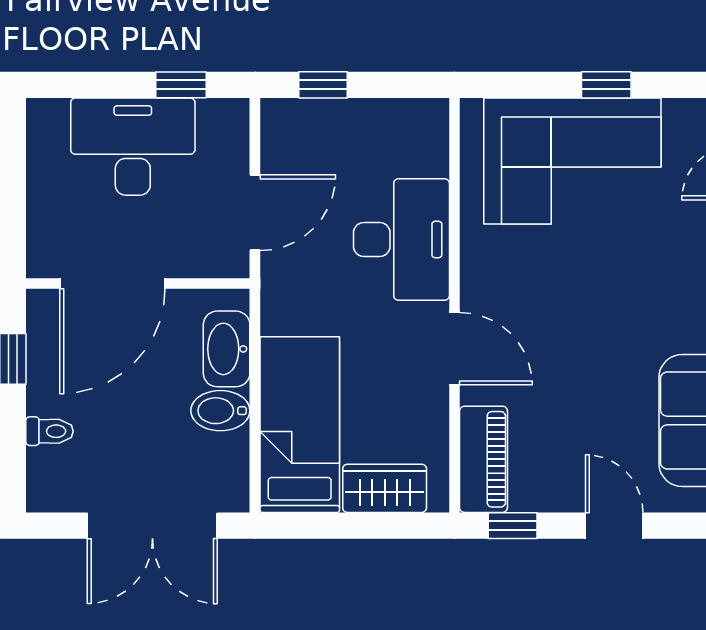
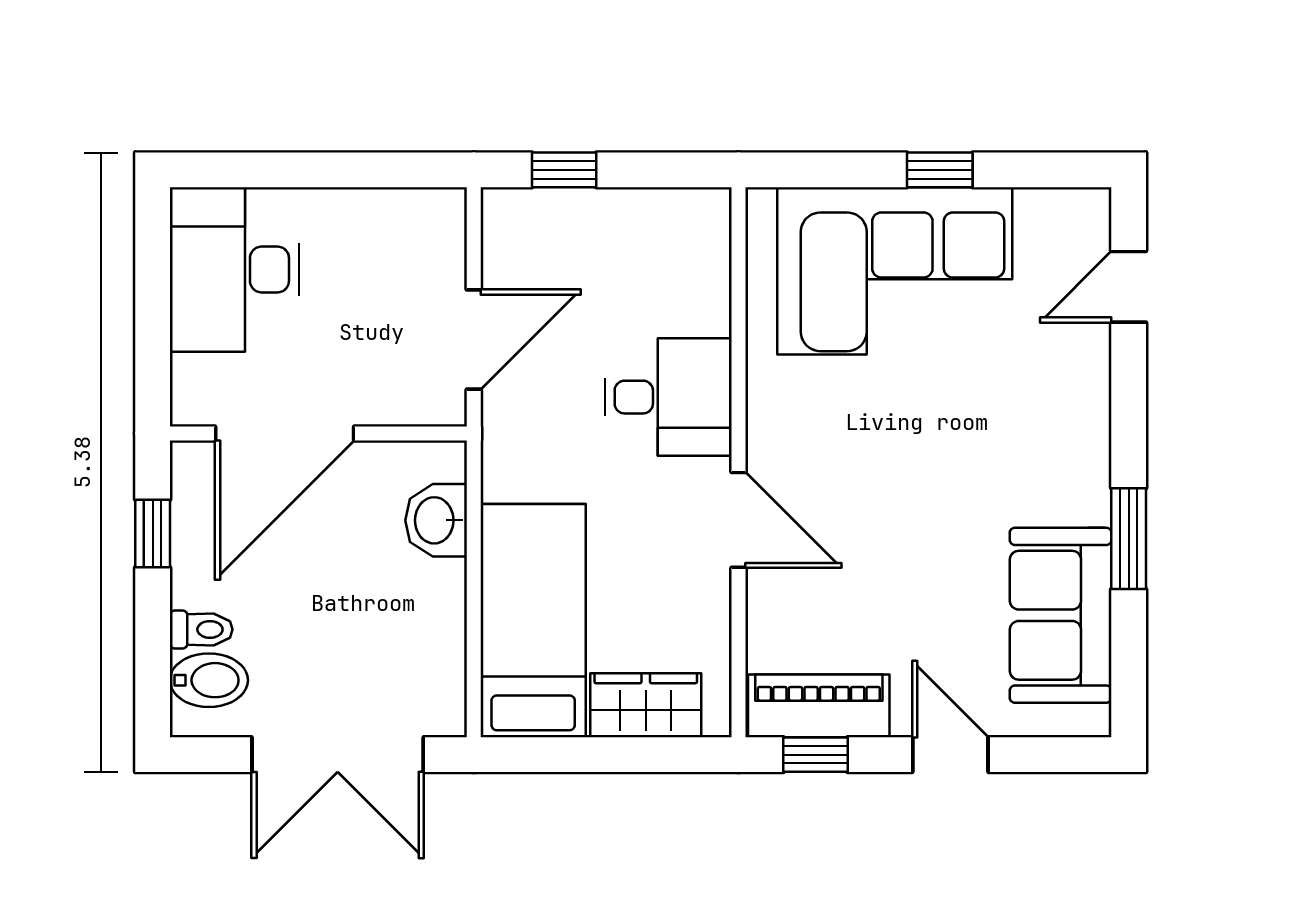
window: (181, 85) -> (376, 170), removed
desk: (133, 147) -> (235, 270), moved, turned -90
desk: (401, 240) -> (668, 397), width x0.73
washbasin: (227, 349) -> (436, 520), width x0.72
bidet: (220, 411) -> (209, 680), moved, turned 180
piano: (483, 459) -> (819, 706), moved, turned -90

